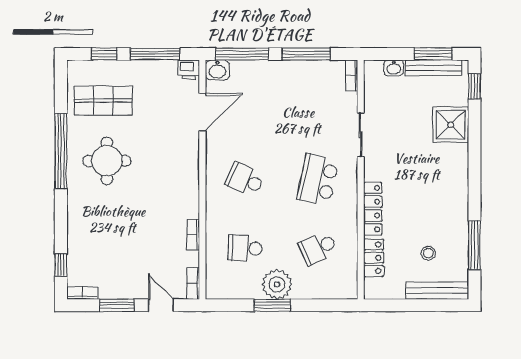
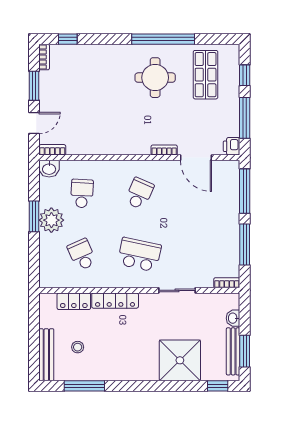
washbasin: (217, 70) -> (49, 169), moved, turned -90
shower: (451, 125) -> (180, 360), width x1.37, depth x1.37
bookcase: (193, 235) -> (164, 150), moved

